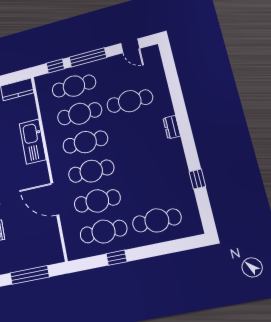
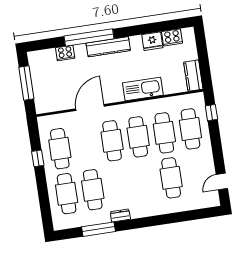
window: (88, 57) -> (216, 143), removed
dresser: (172, 127) -> (120, 215), moved
window: (197, 179) -> (99, 229), width x2.17
cafe table: (97, 201) -> (93, 190), moved

